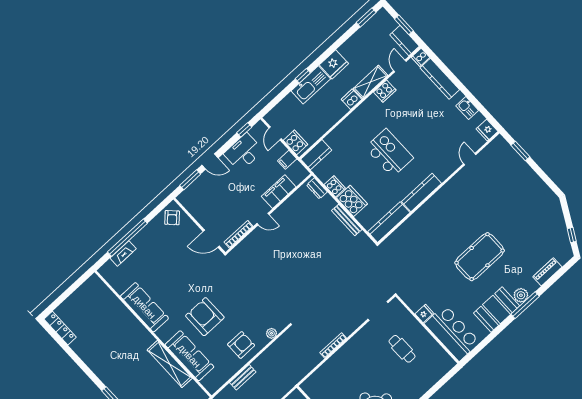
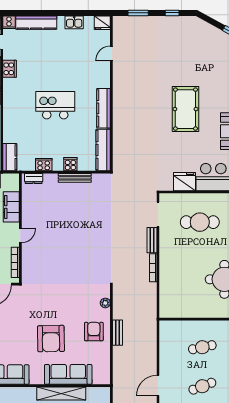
door: (470, 159) -> (111, 53), hinge flipped
window: (545, 177) -> (172, 13), added
cooker: (352, 201) -> (70, 164), width x0.53, depth x0.76
fridge: (424, 313) -> (184, 182), width x1.88, depth x1.34
armchair: (205, 317) -> (51, 339), turned -91
bench: (354, 325) -> (152, 240), added
cafe table: (402, 349) -> (200, 222), width x1.37, depth x1.35
bench: (243, 377) -> (117, 333), moved

